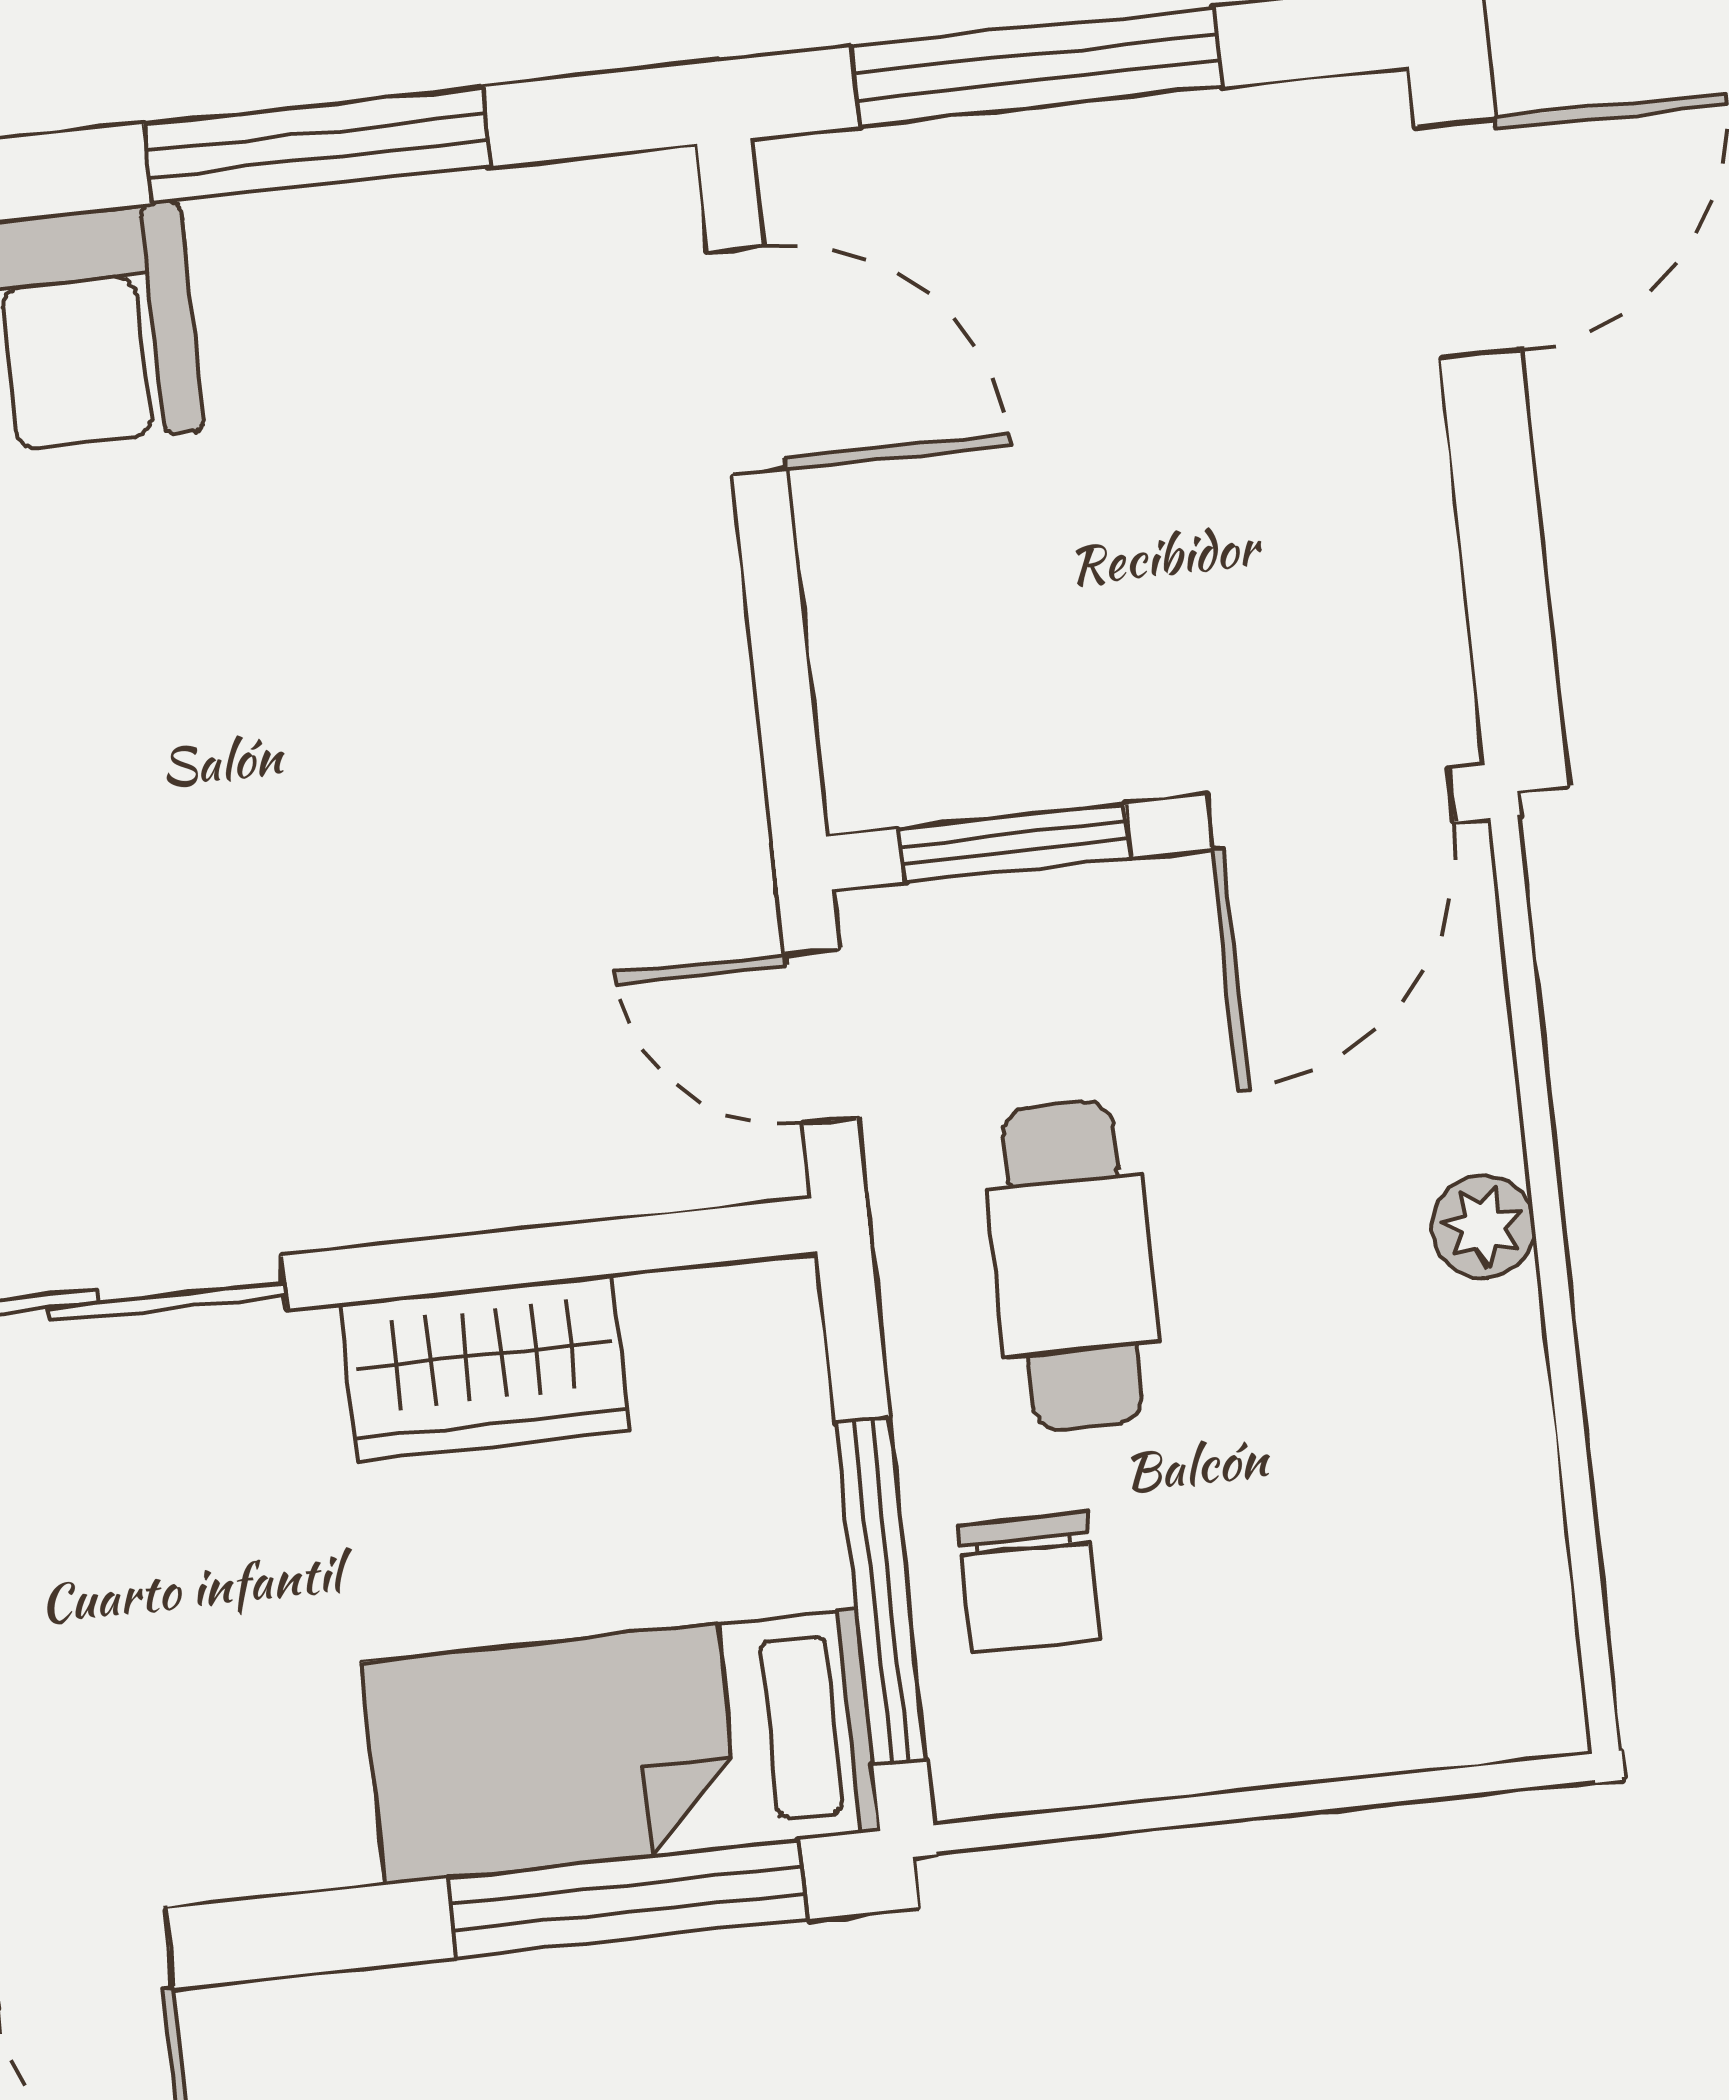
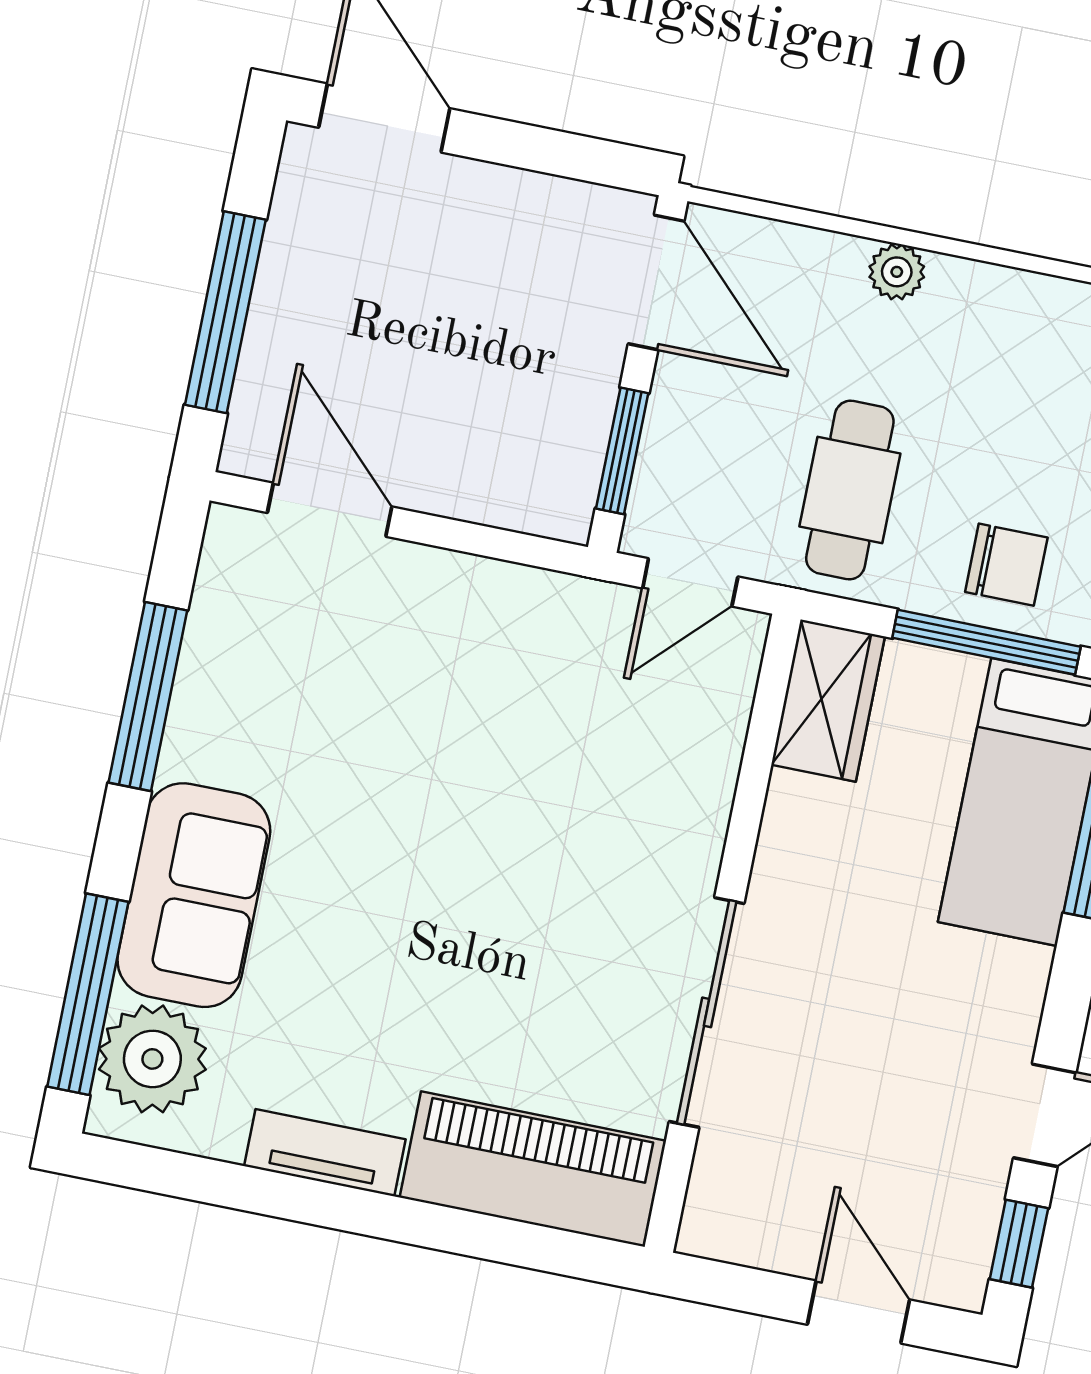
door: (747, 361) -> (330, 510), hinge flipped
cafe table: (1073, 1266) -> (850, 490), turned 90
wardrobe: (484, 1367) -> (828, 701), moved

